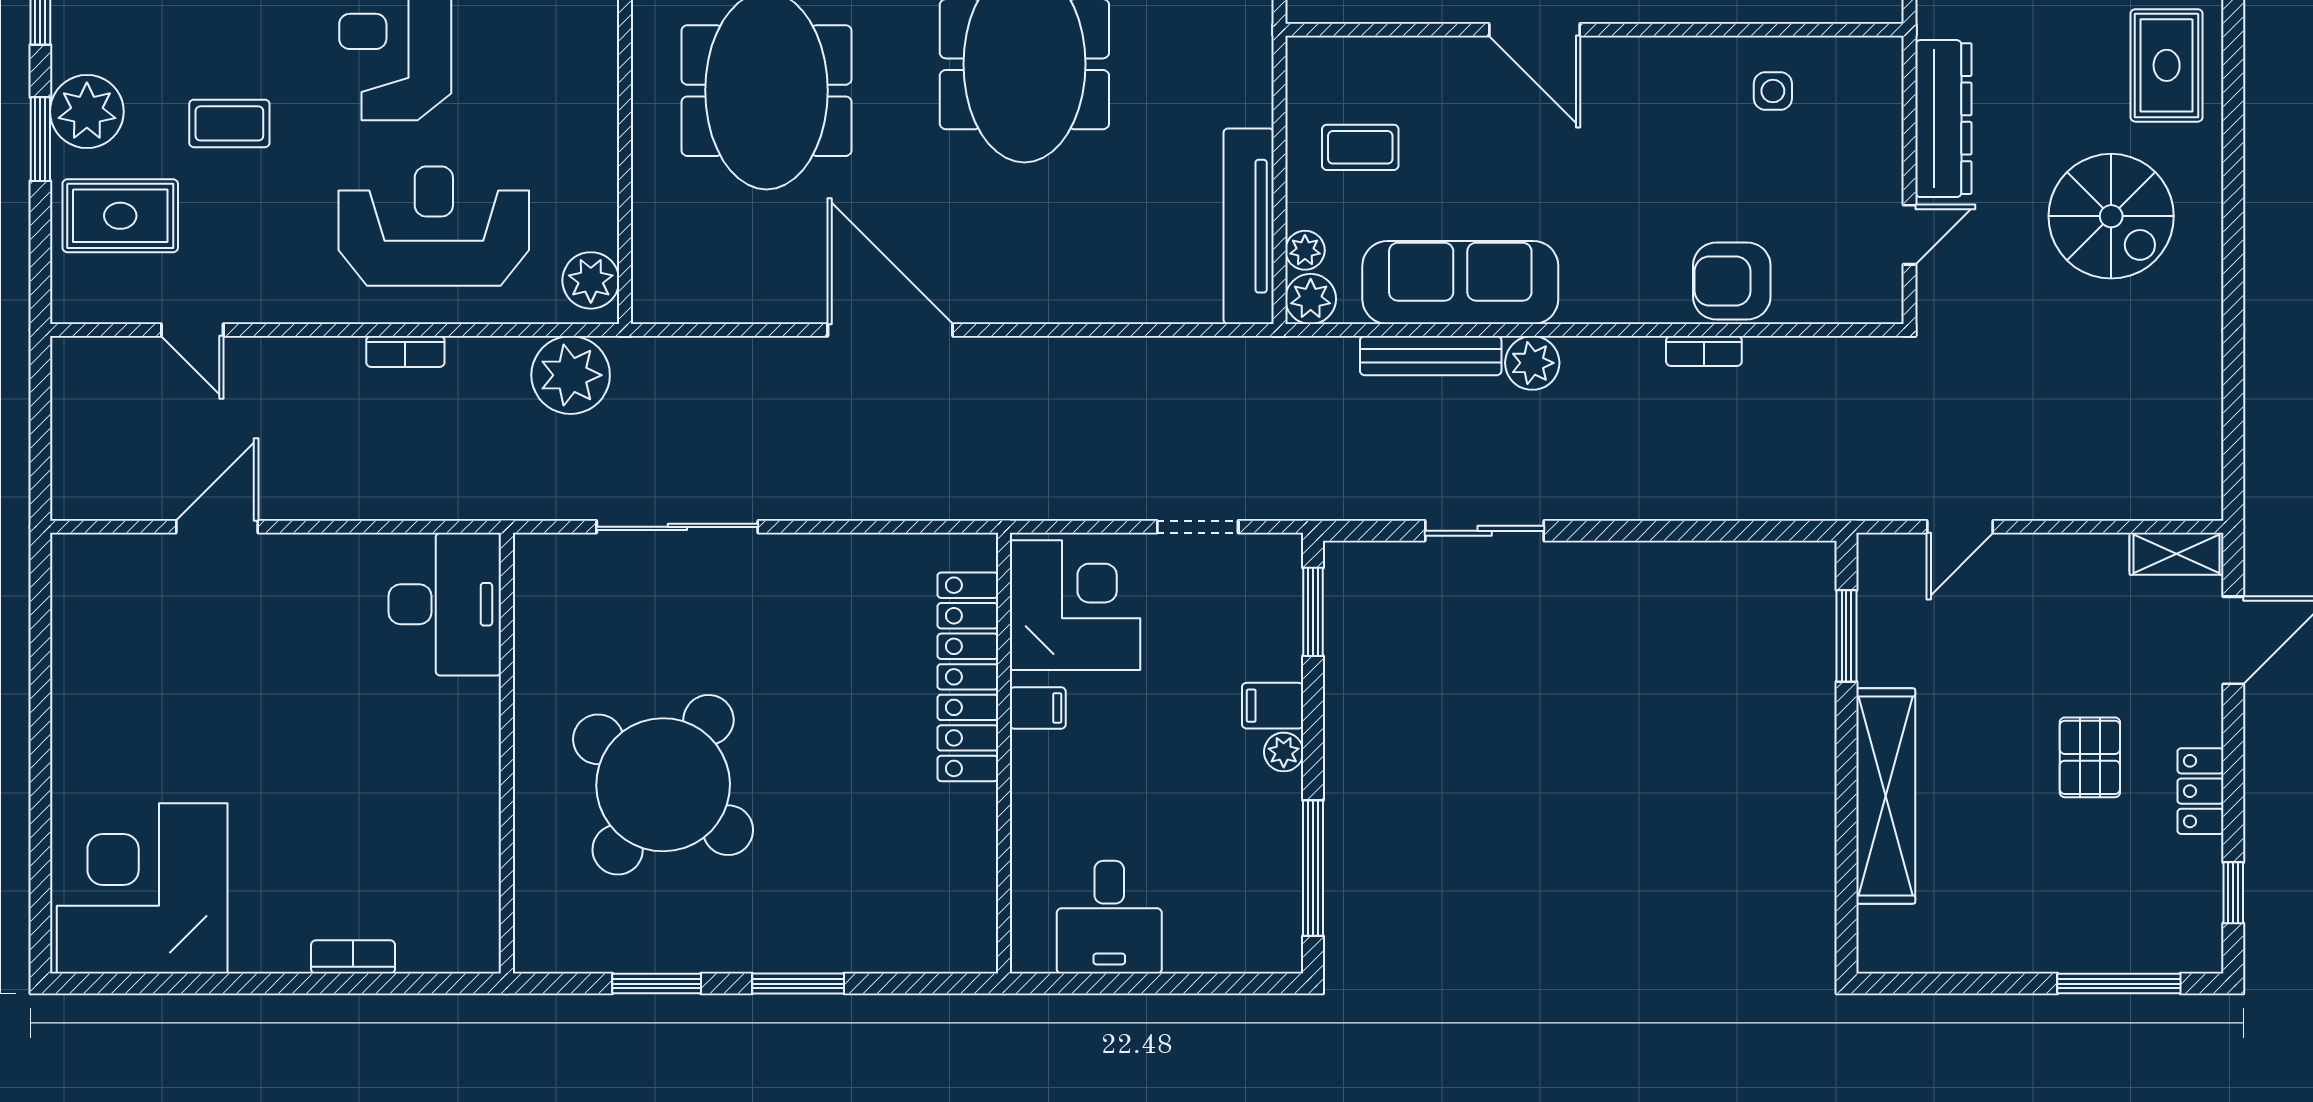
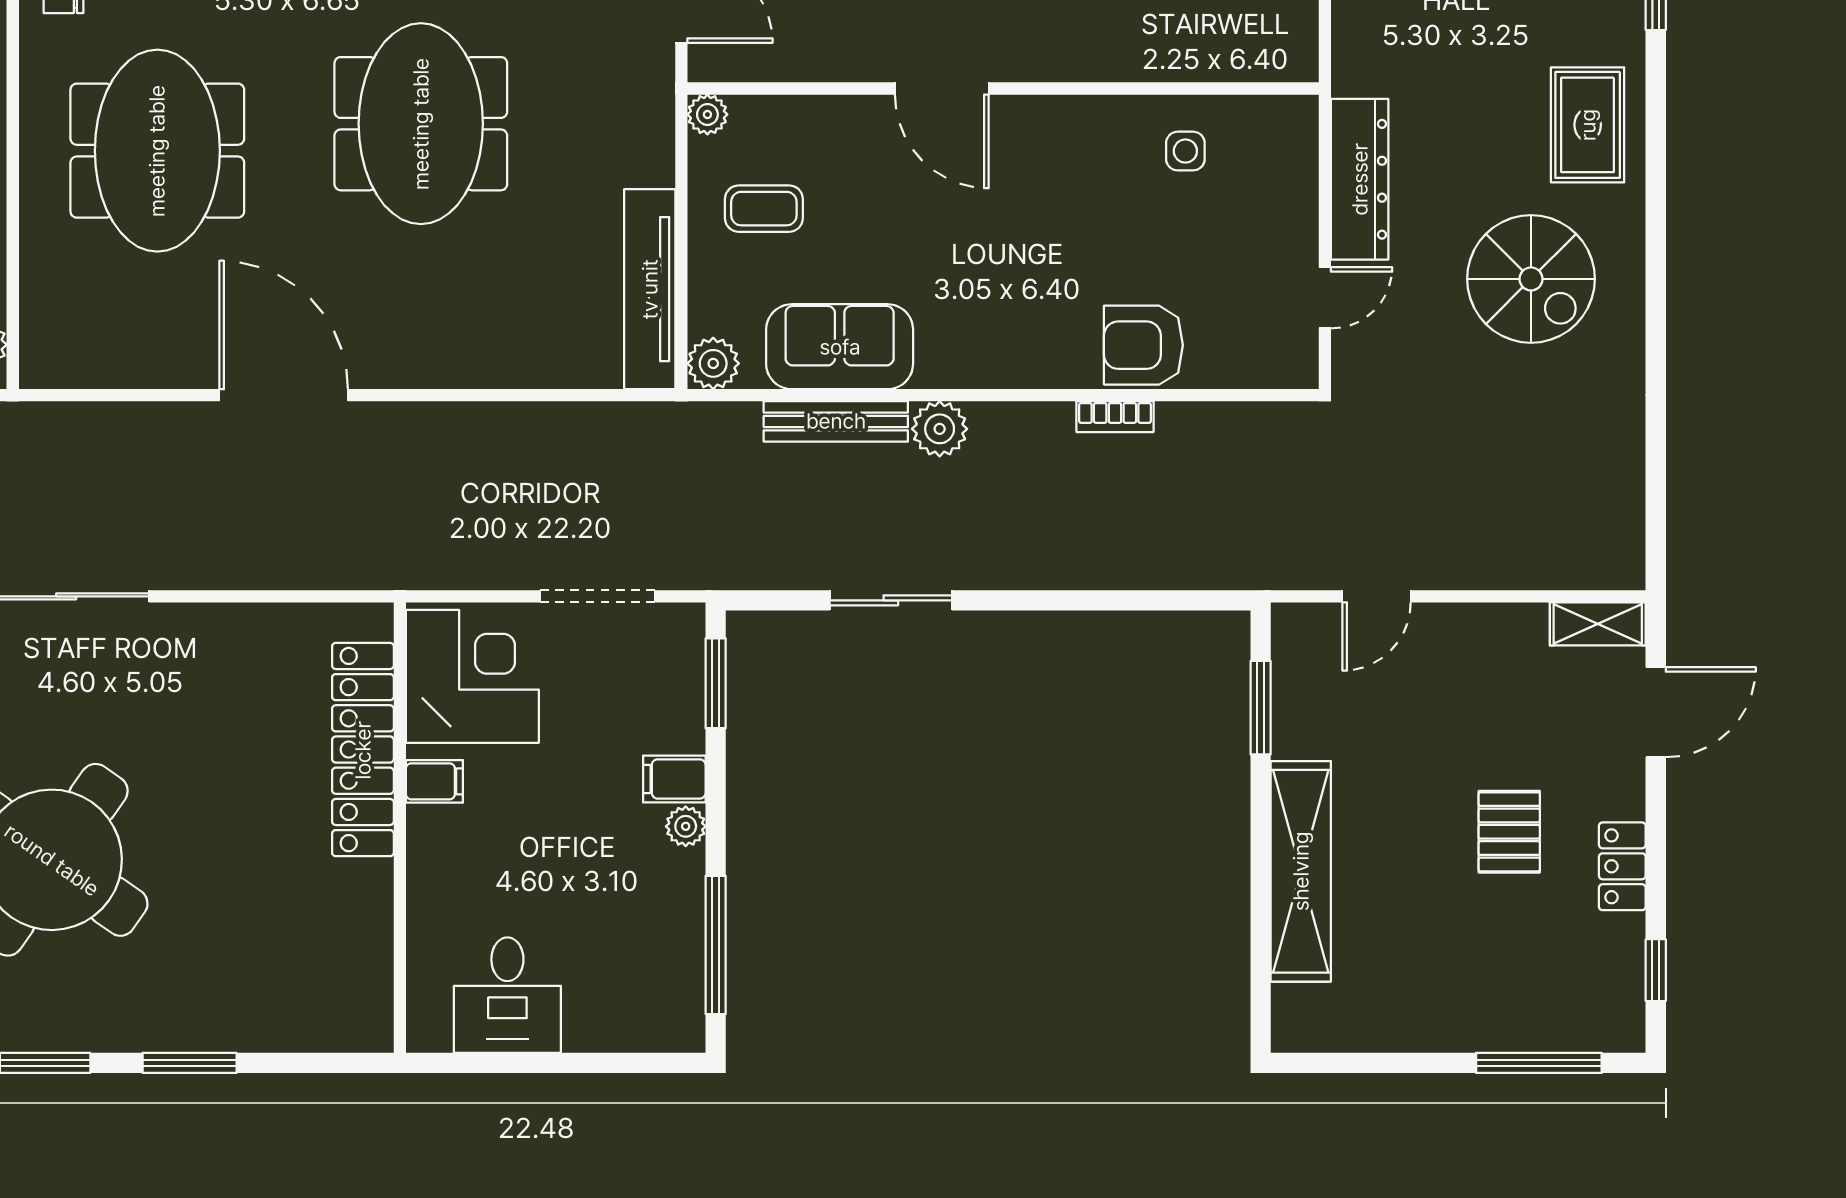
plant: (1305, 250) -> (707, 114), moved
sofa: (1460, 283) -> (840, 347), width x0.73
doorway: (1198, 527) -> (598, 596), width x1.38

